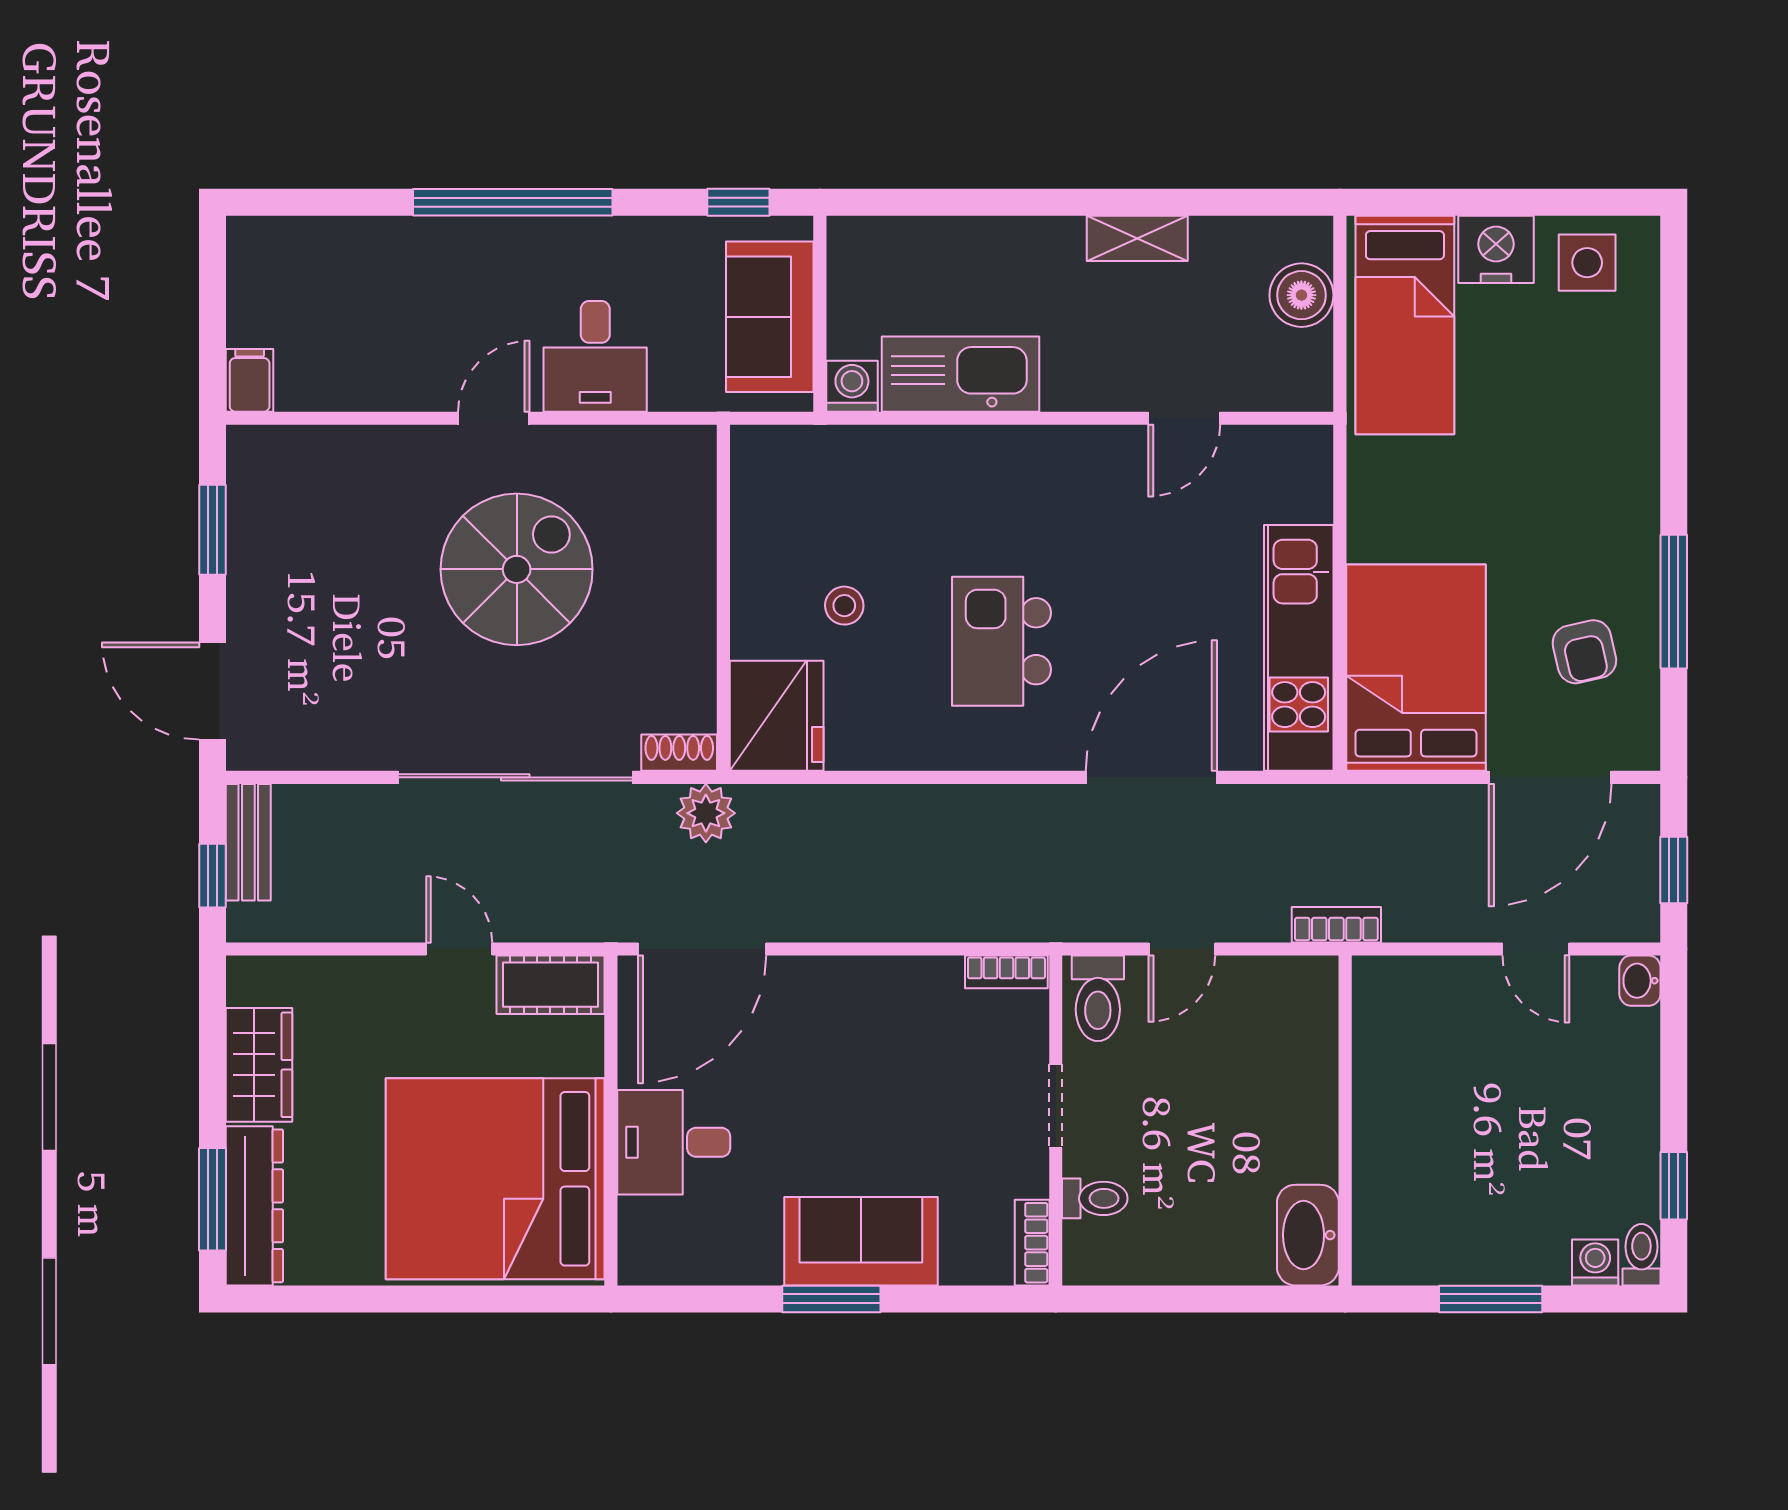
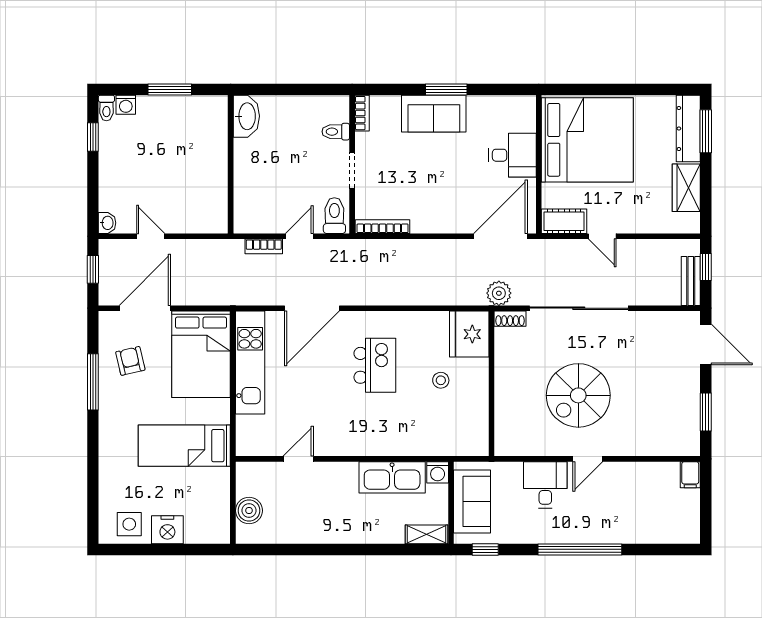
shelving: (1137, 238) -> (426, 534), moved
bed: (1405, 325) -> (184, 446), moved, turned -90
bookcase: (1336, 925) -> (264, 246), moved
bookcase: (1006, 972) -> (383, 227), width x1.56

